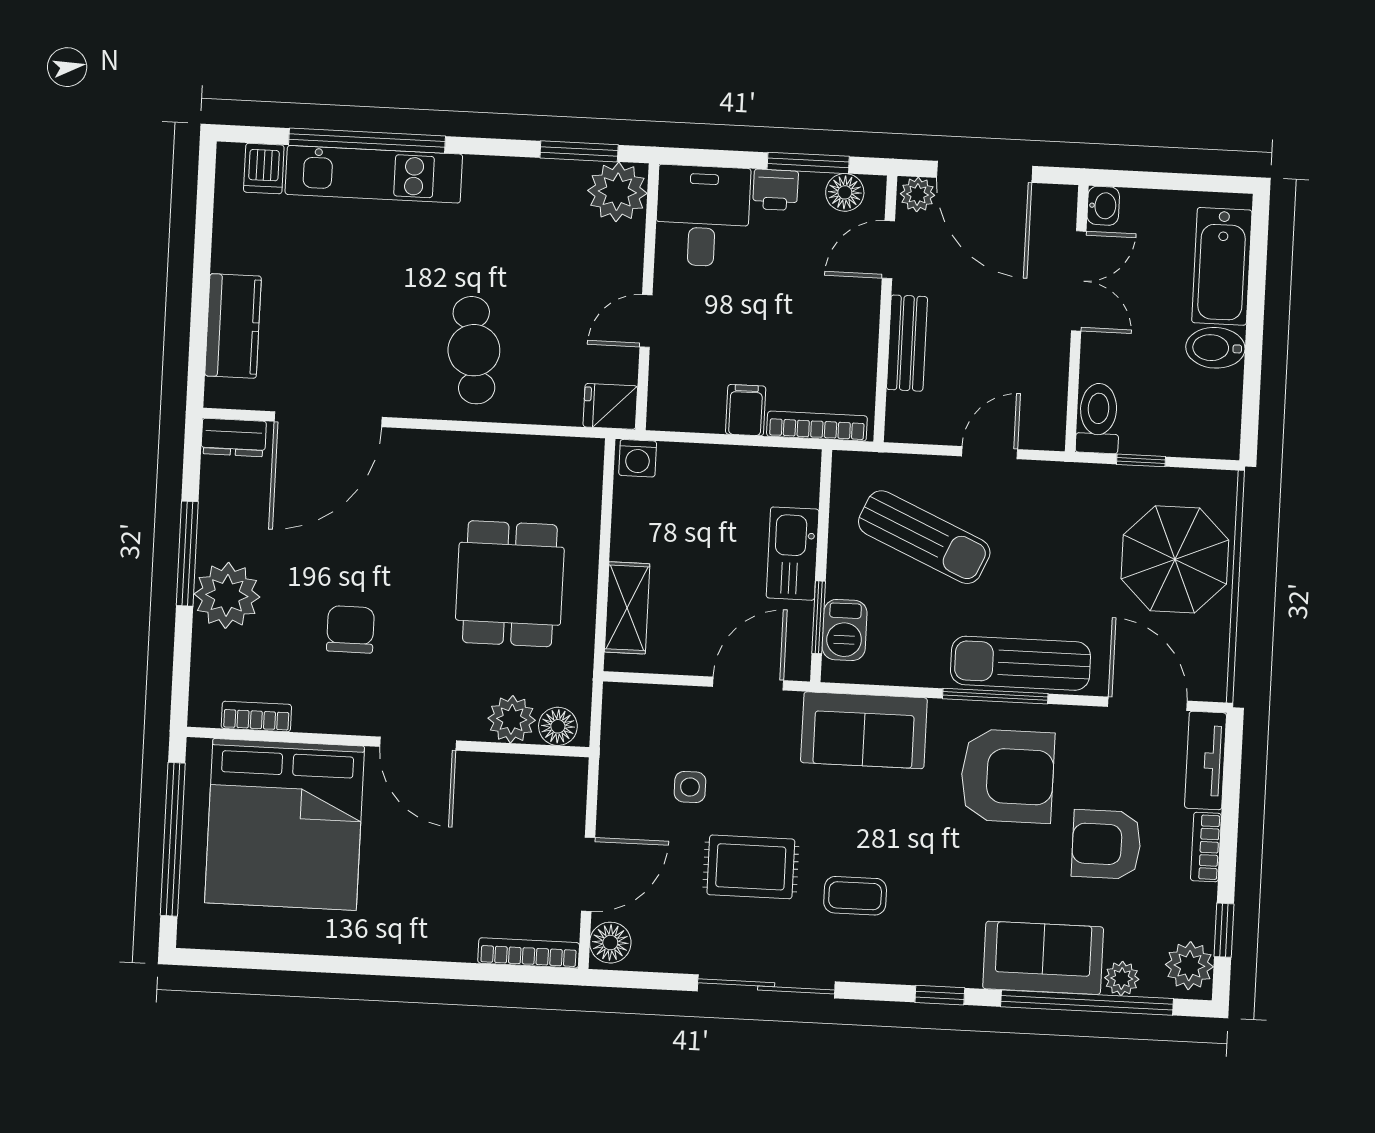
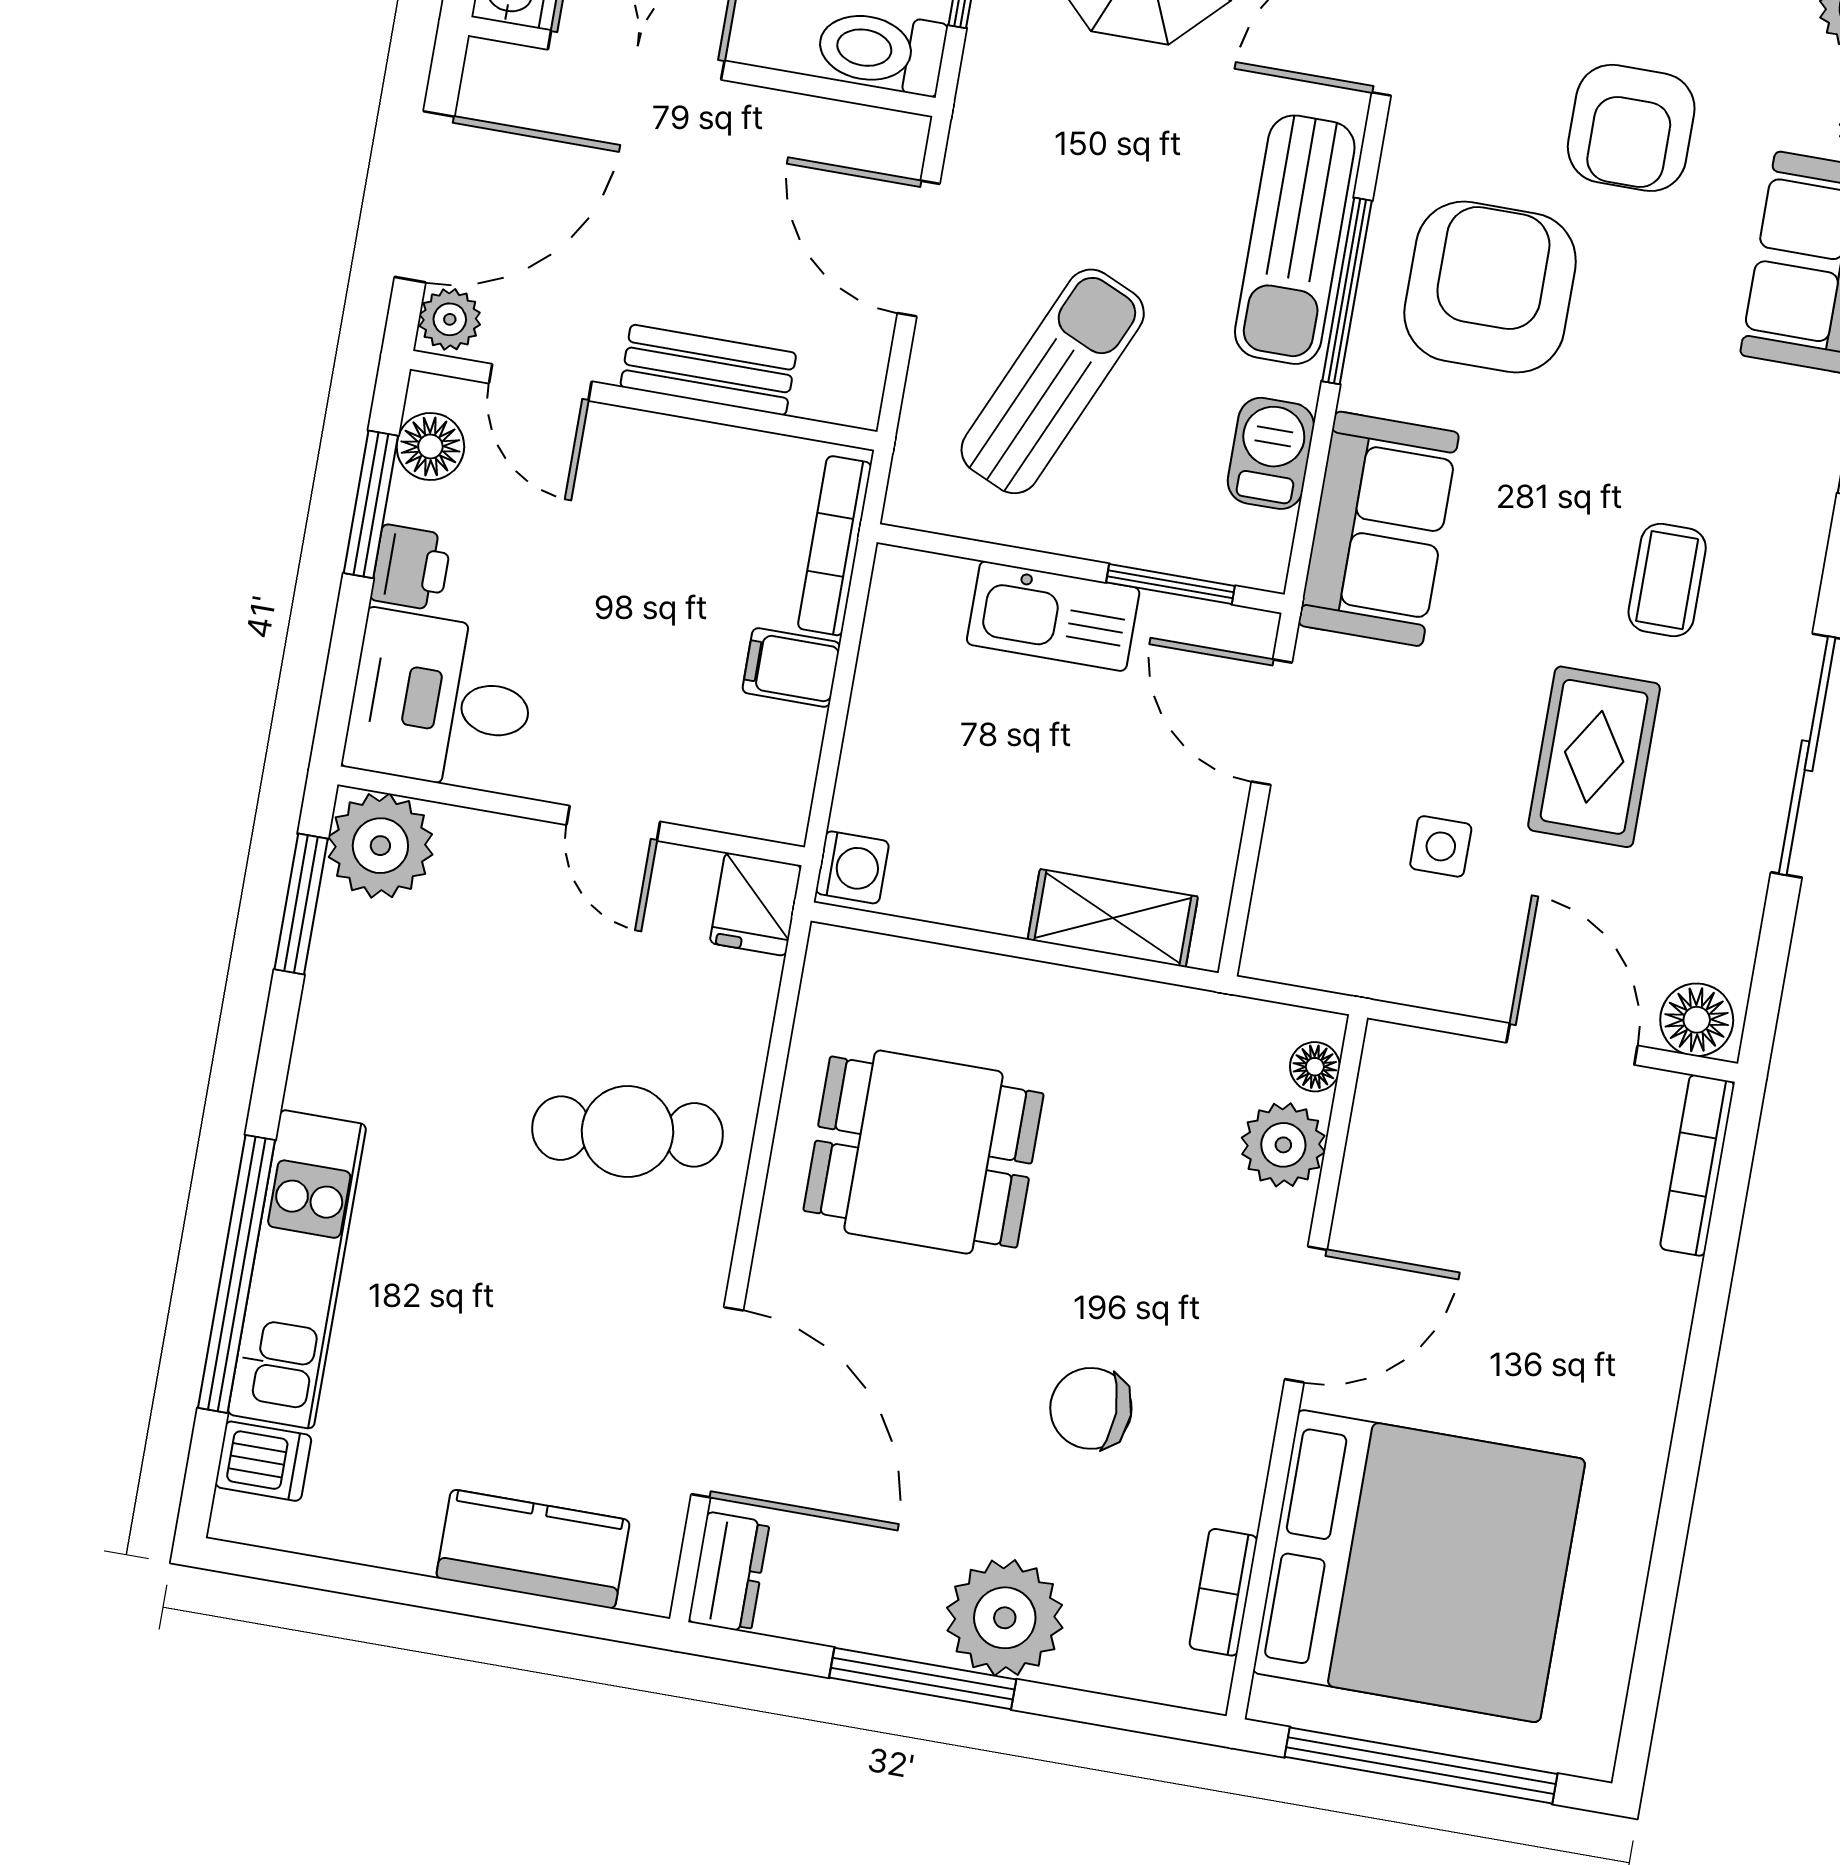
door: (990, 453) -> (919, 249), width x1.38
dining table: (510, 584) -> (924, 1152), moved
barbecue: (845, 630) -> (1271, 453), moved, turned -90
floor lamp: (558, 726) -> (1315, 1067), width x0.73, depth x0.73

